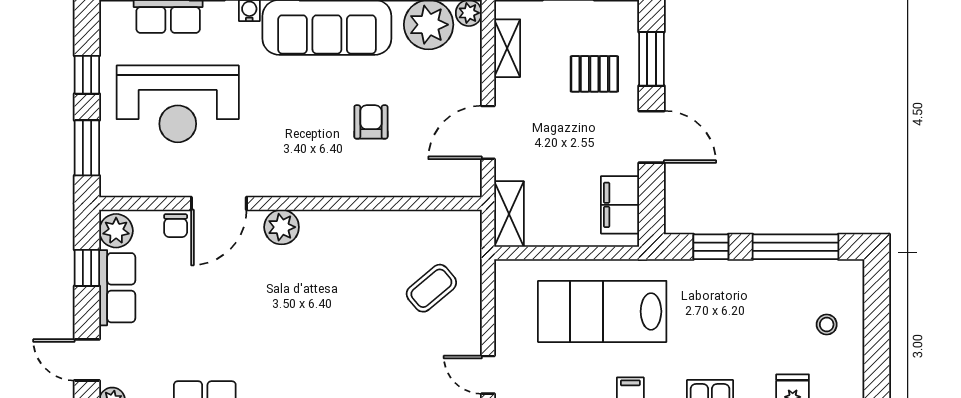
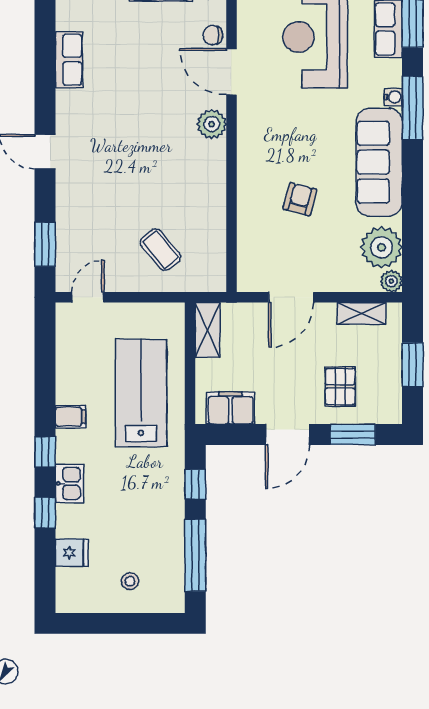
armchair: (371, 122) -> (300, 199), turned -75
door: (488, 132) -> (291, 297), swing flipped
shelving: (509, 214) -> (208, 330), moved, turned 90

